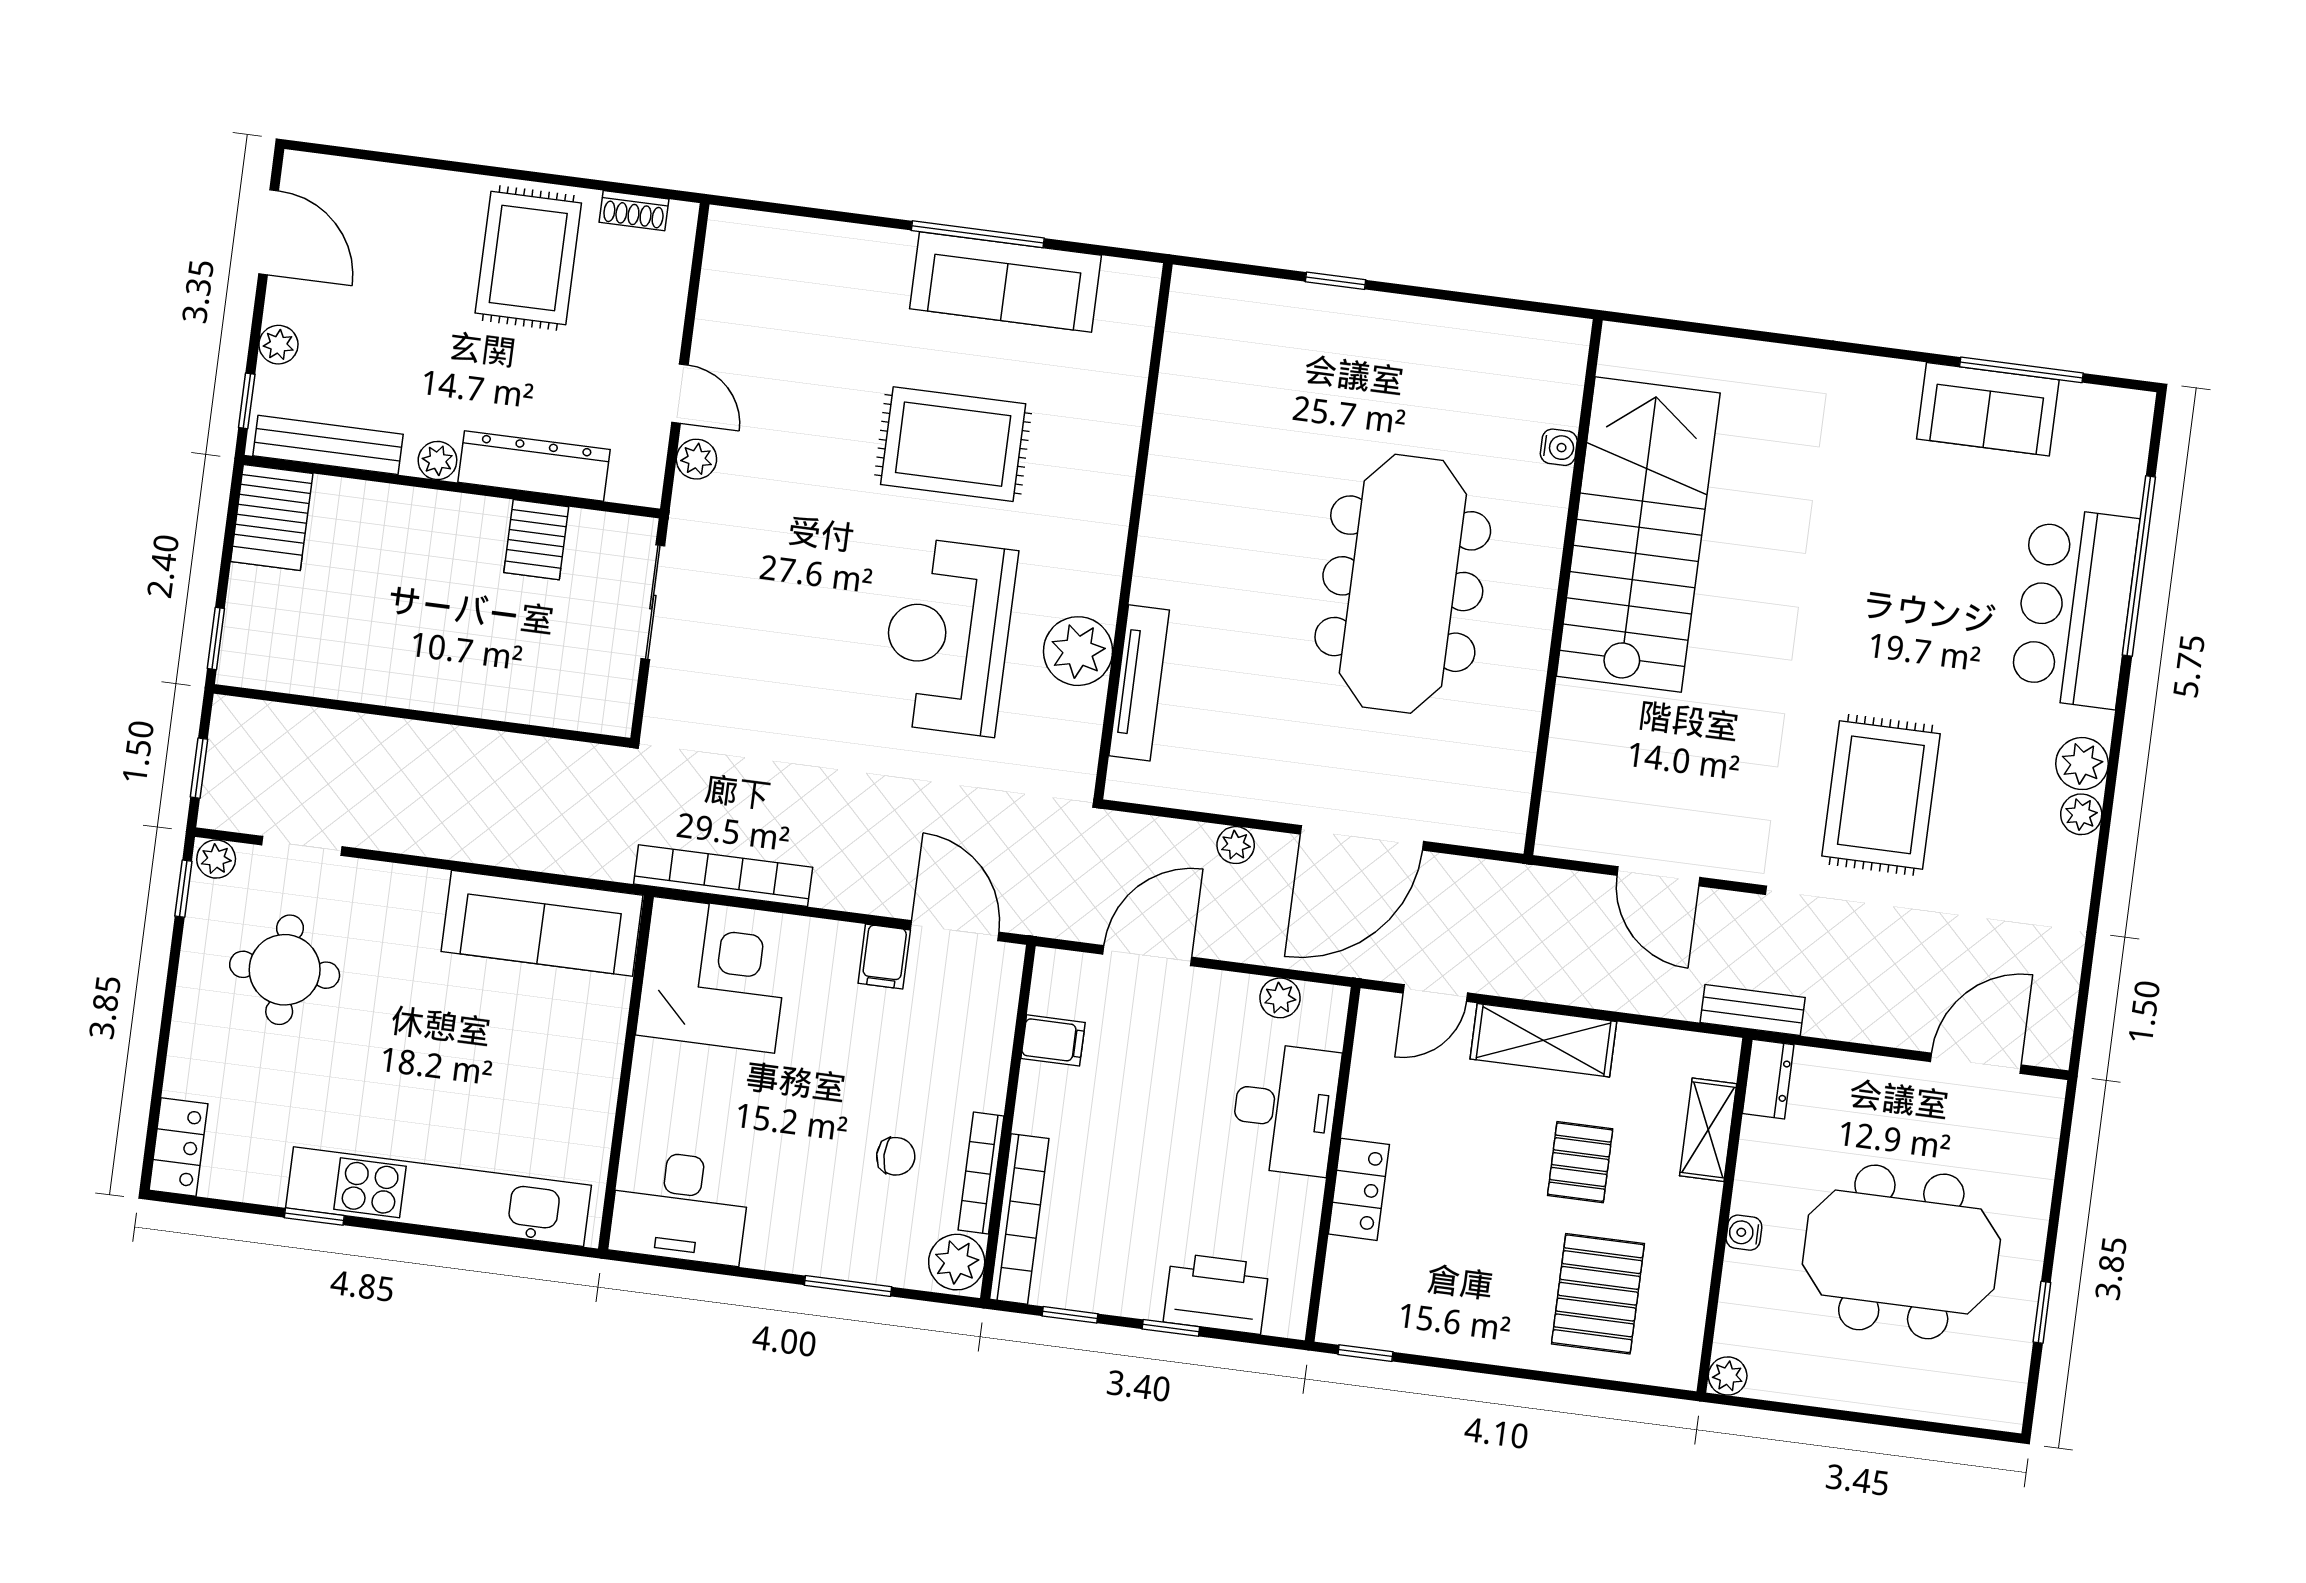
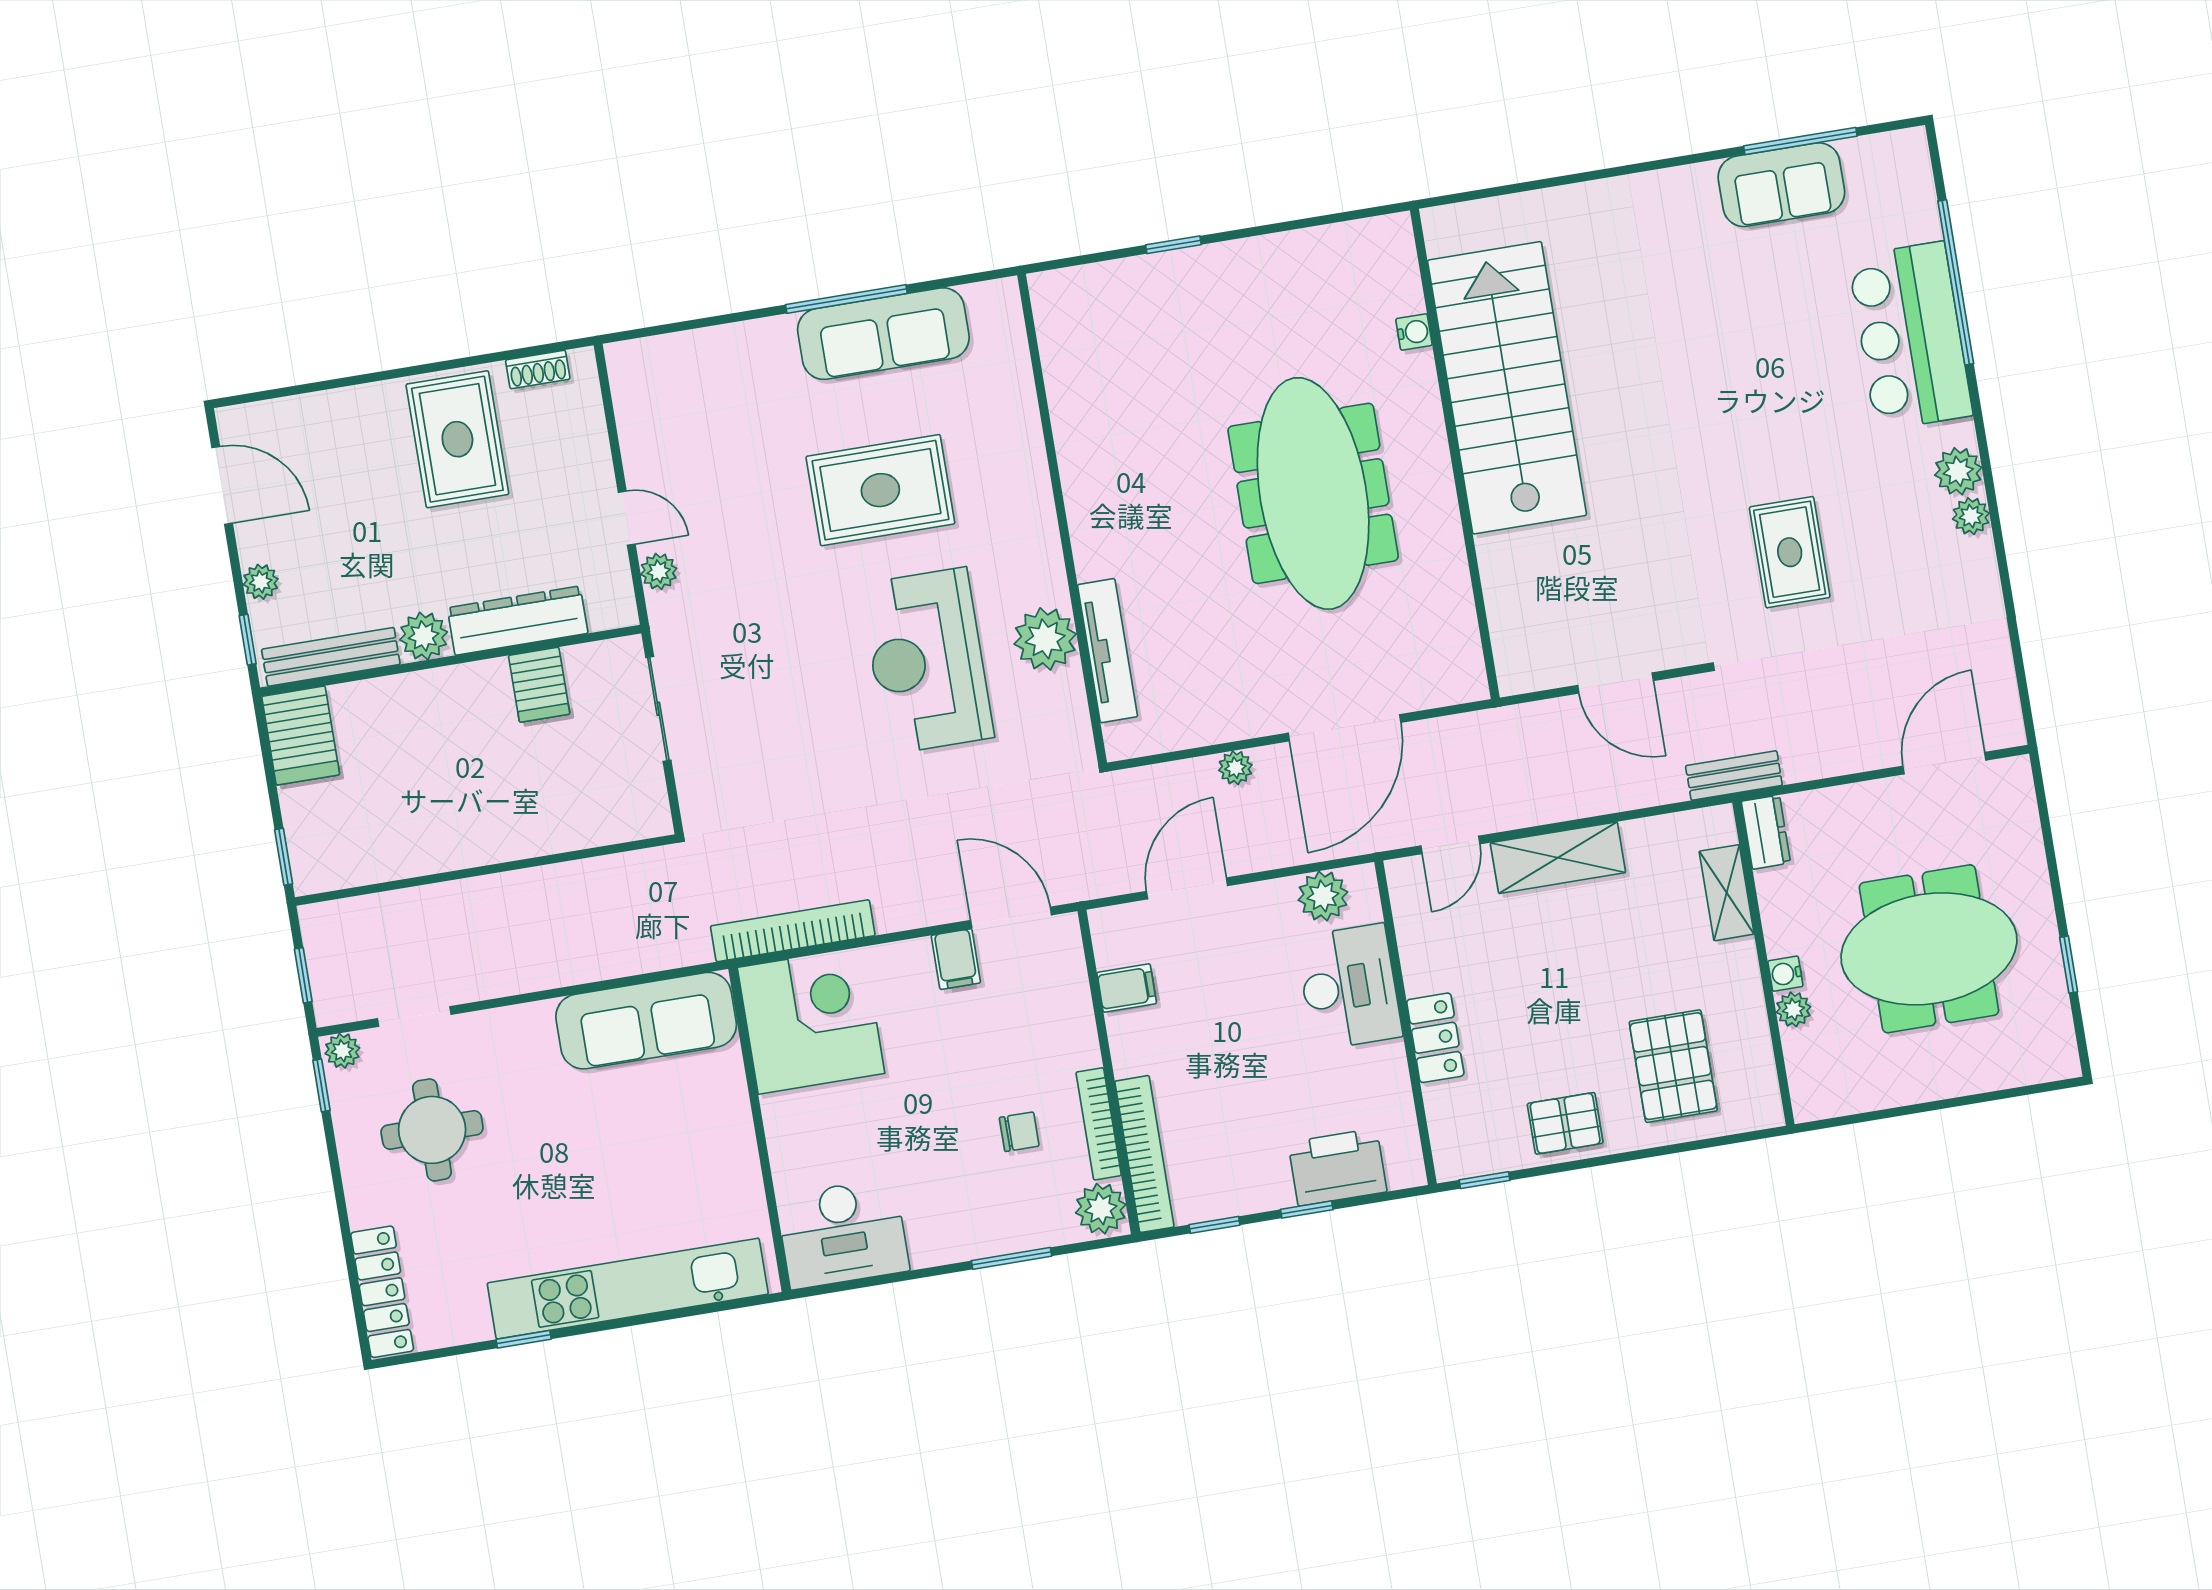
plant: (437, 460) -> (424, 636), width x1.38, depth x1.38
rug: (1881, 795) -> (1790, 552), width x0.73, depth x0.70
plant: (1280, 998) -> (1323, 896), width x1.38, depth x1.38
locker: (178, 1147) -> (382, 1292), width x1.53
pallet: (1580, 1162) -> (1565, 1123), moved, turned 90
plant: (1728, 1376) -> (1793, 1009), moved

